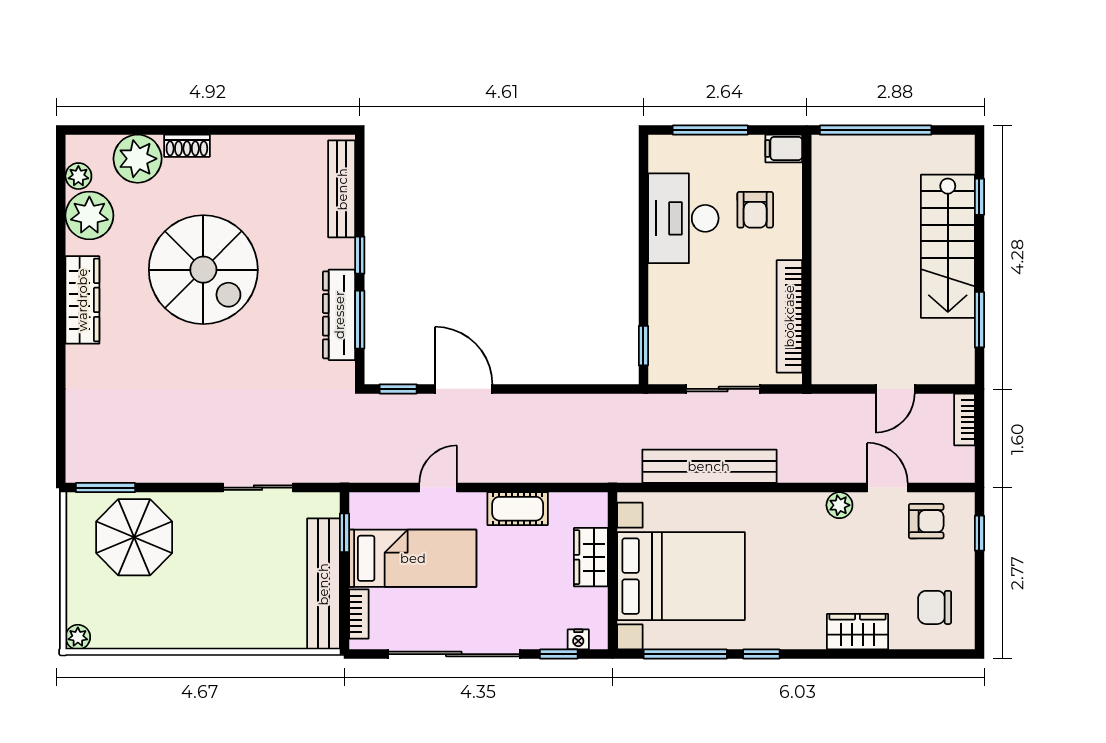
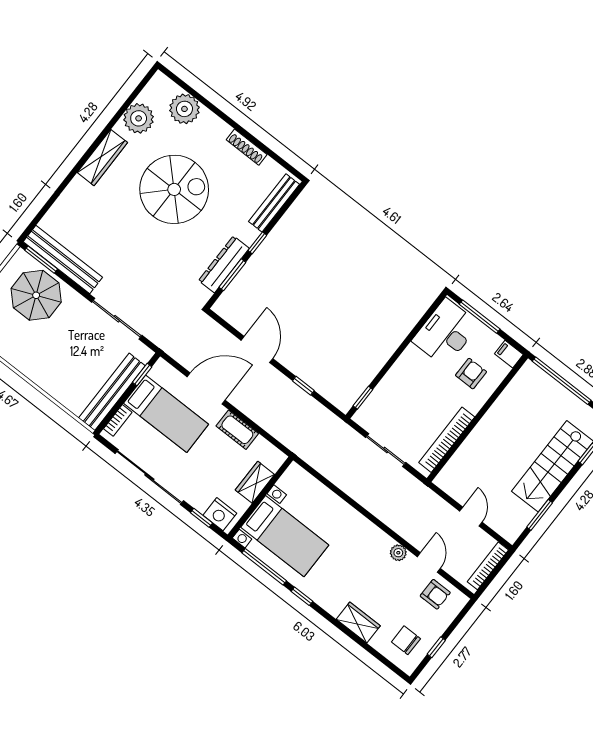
shoe rack: (187, 146) -> (247, 147), moved, width x1.43
plant: (78, 176) -> (148, 95), removed
armchair: (755, 210) -> (471, 374), turned 180
desk: (683, 218) -> (446, 333), moved
spiral stairs: (203, 270) -> (174, 189), turned -90
window: (398, 389) -> (303, 386), moved
door: (895, 389) -> (471, 517), swing flipped
bookcase: (964, 419) -> (488, 566), width x1.56
bench: (709, 466) -> (63, 259), moved
sliding door: (258, 488) -> (117, 319), width x1.37
door: (438, 488) -> (206, 389), width x1.87
window: (979, 533) -> (436, 647), moved
bed with nightstands: (681, 576) -> (285, 536), width x0.73
nightstand: (578, 639) -> (220, 514), width x1.89, depth x1.79

